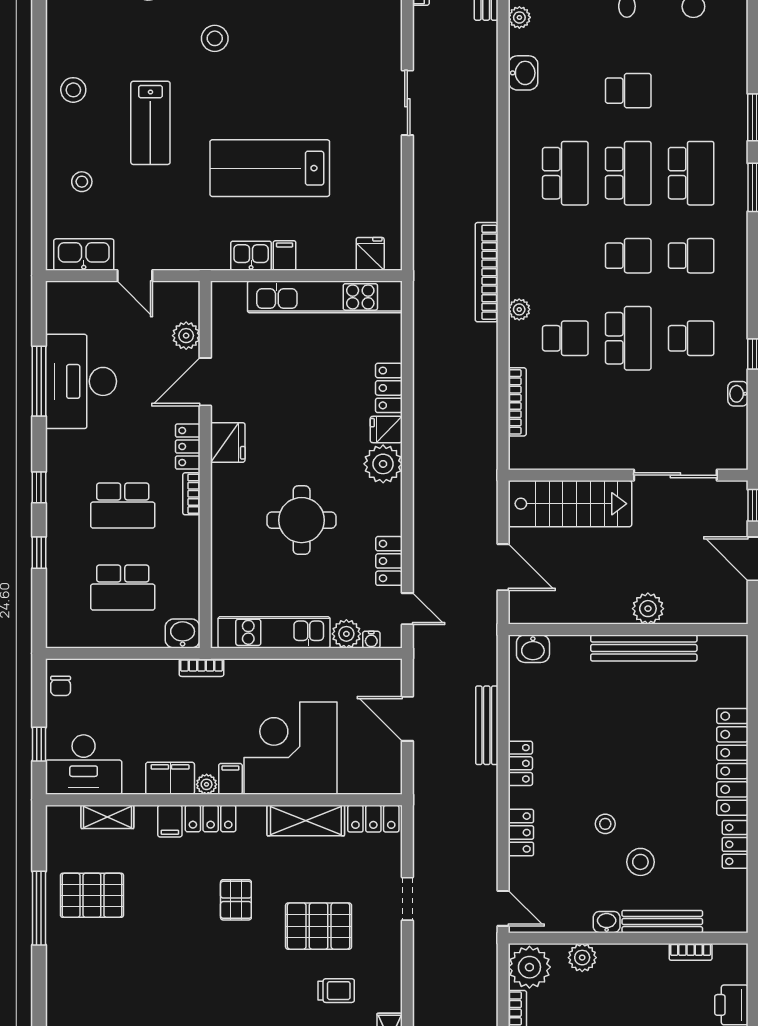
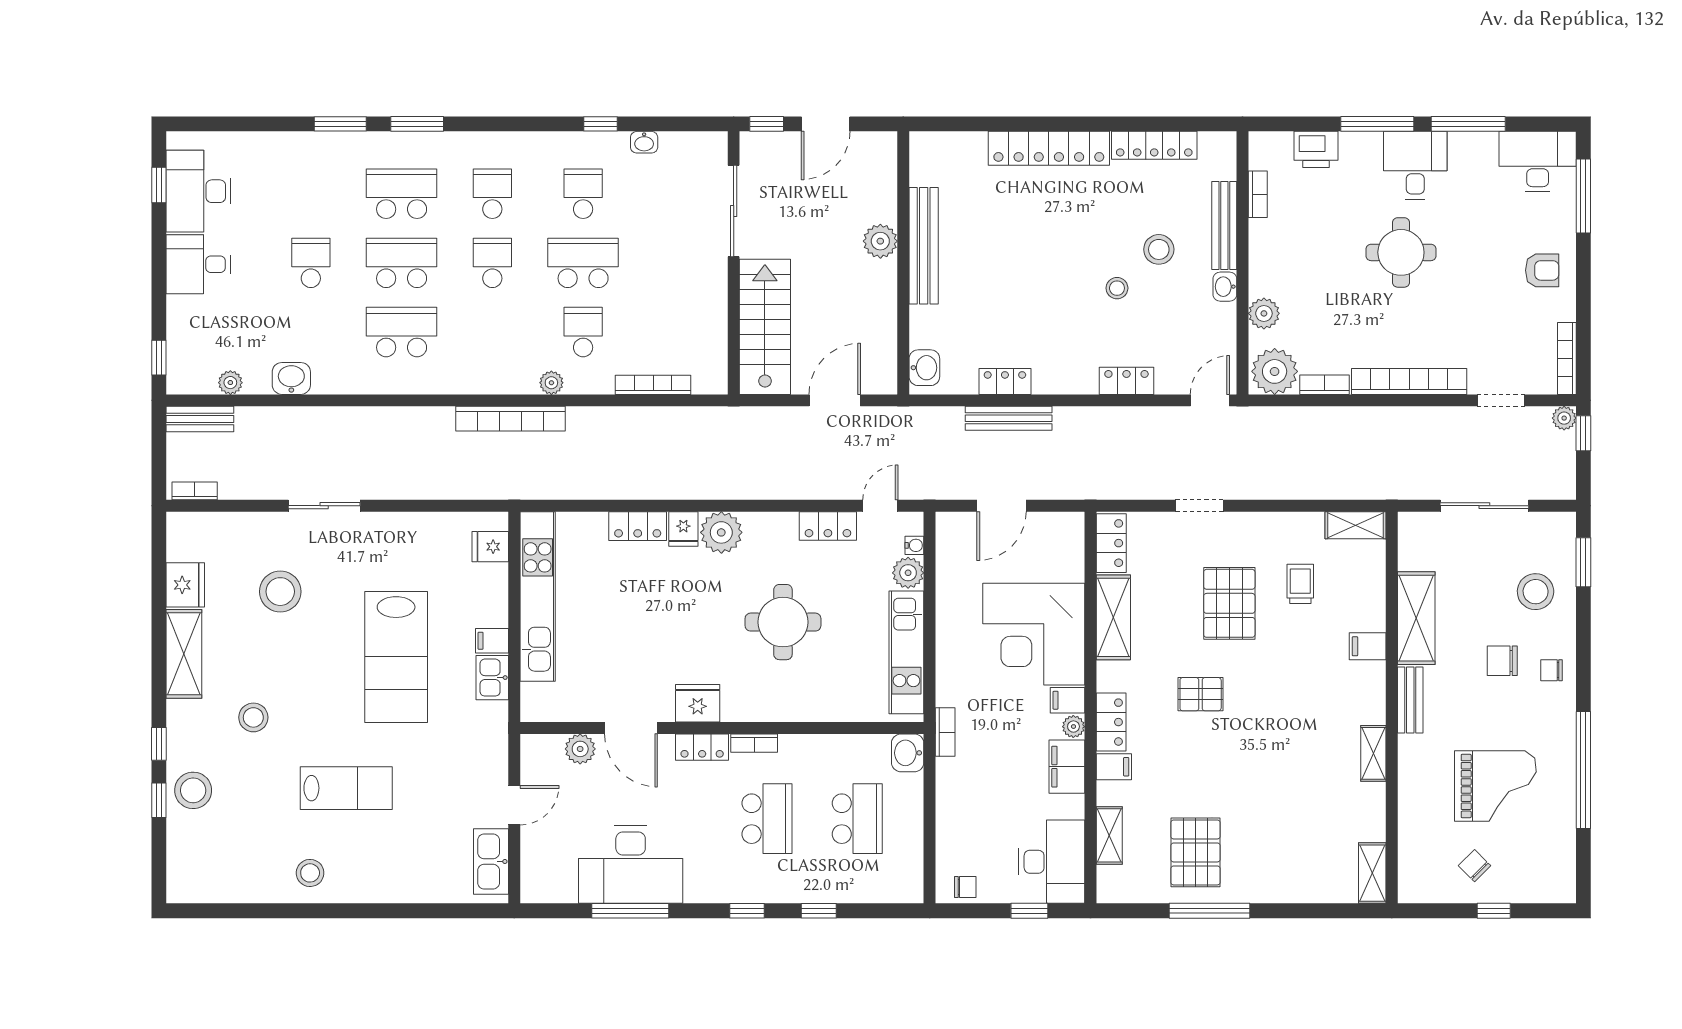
stool: (82, 182) -> (280, 592), moved, width x1.89, depth x1.89
locker: (520, 763) -> (1005, 381), moved
locker: (735, 844) -> (1154, 145), width x1.53

